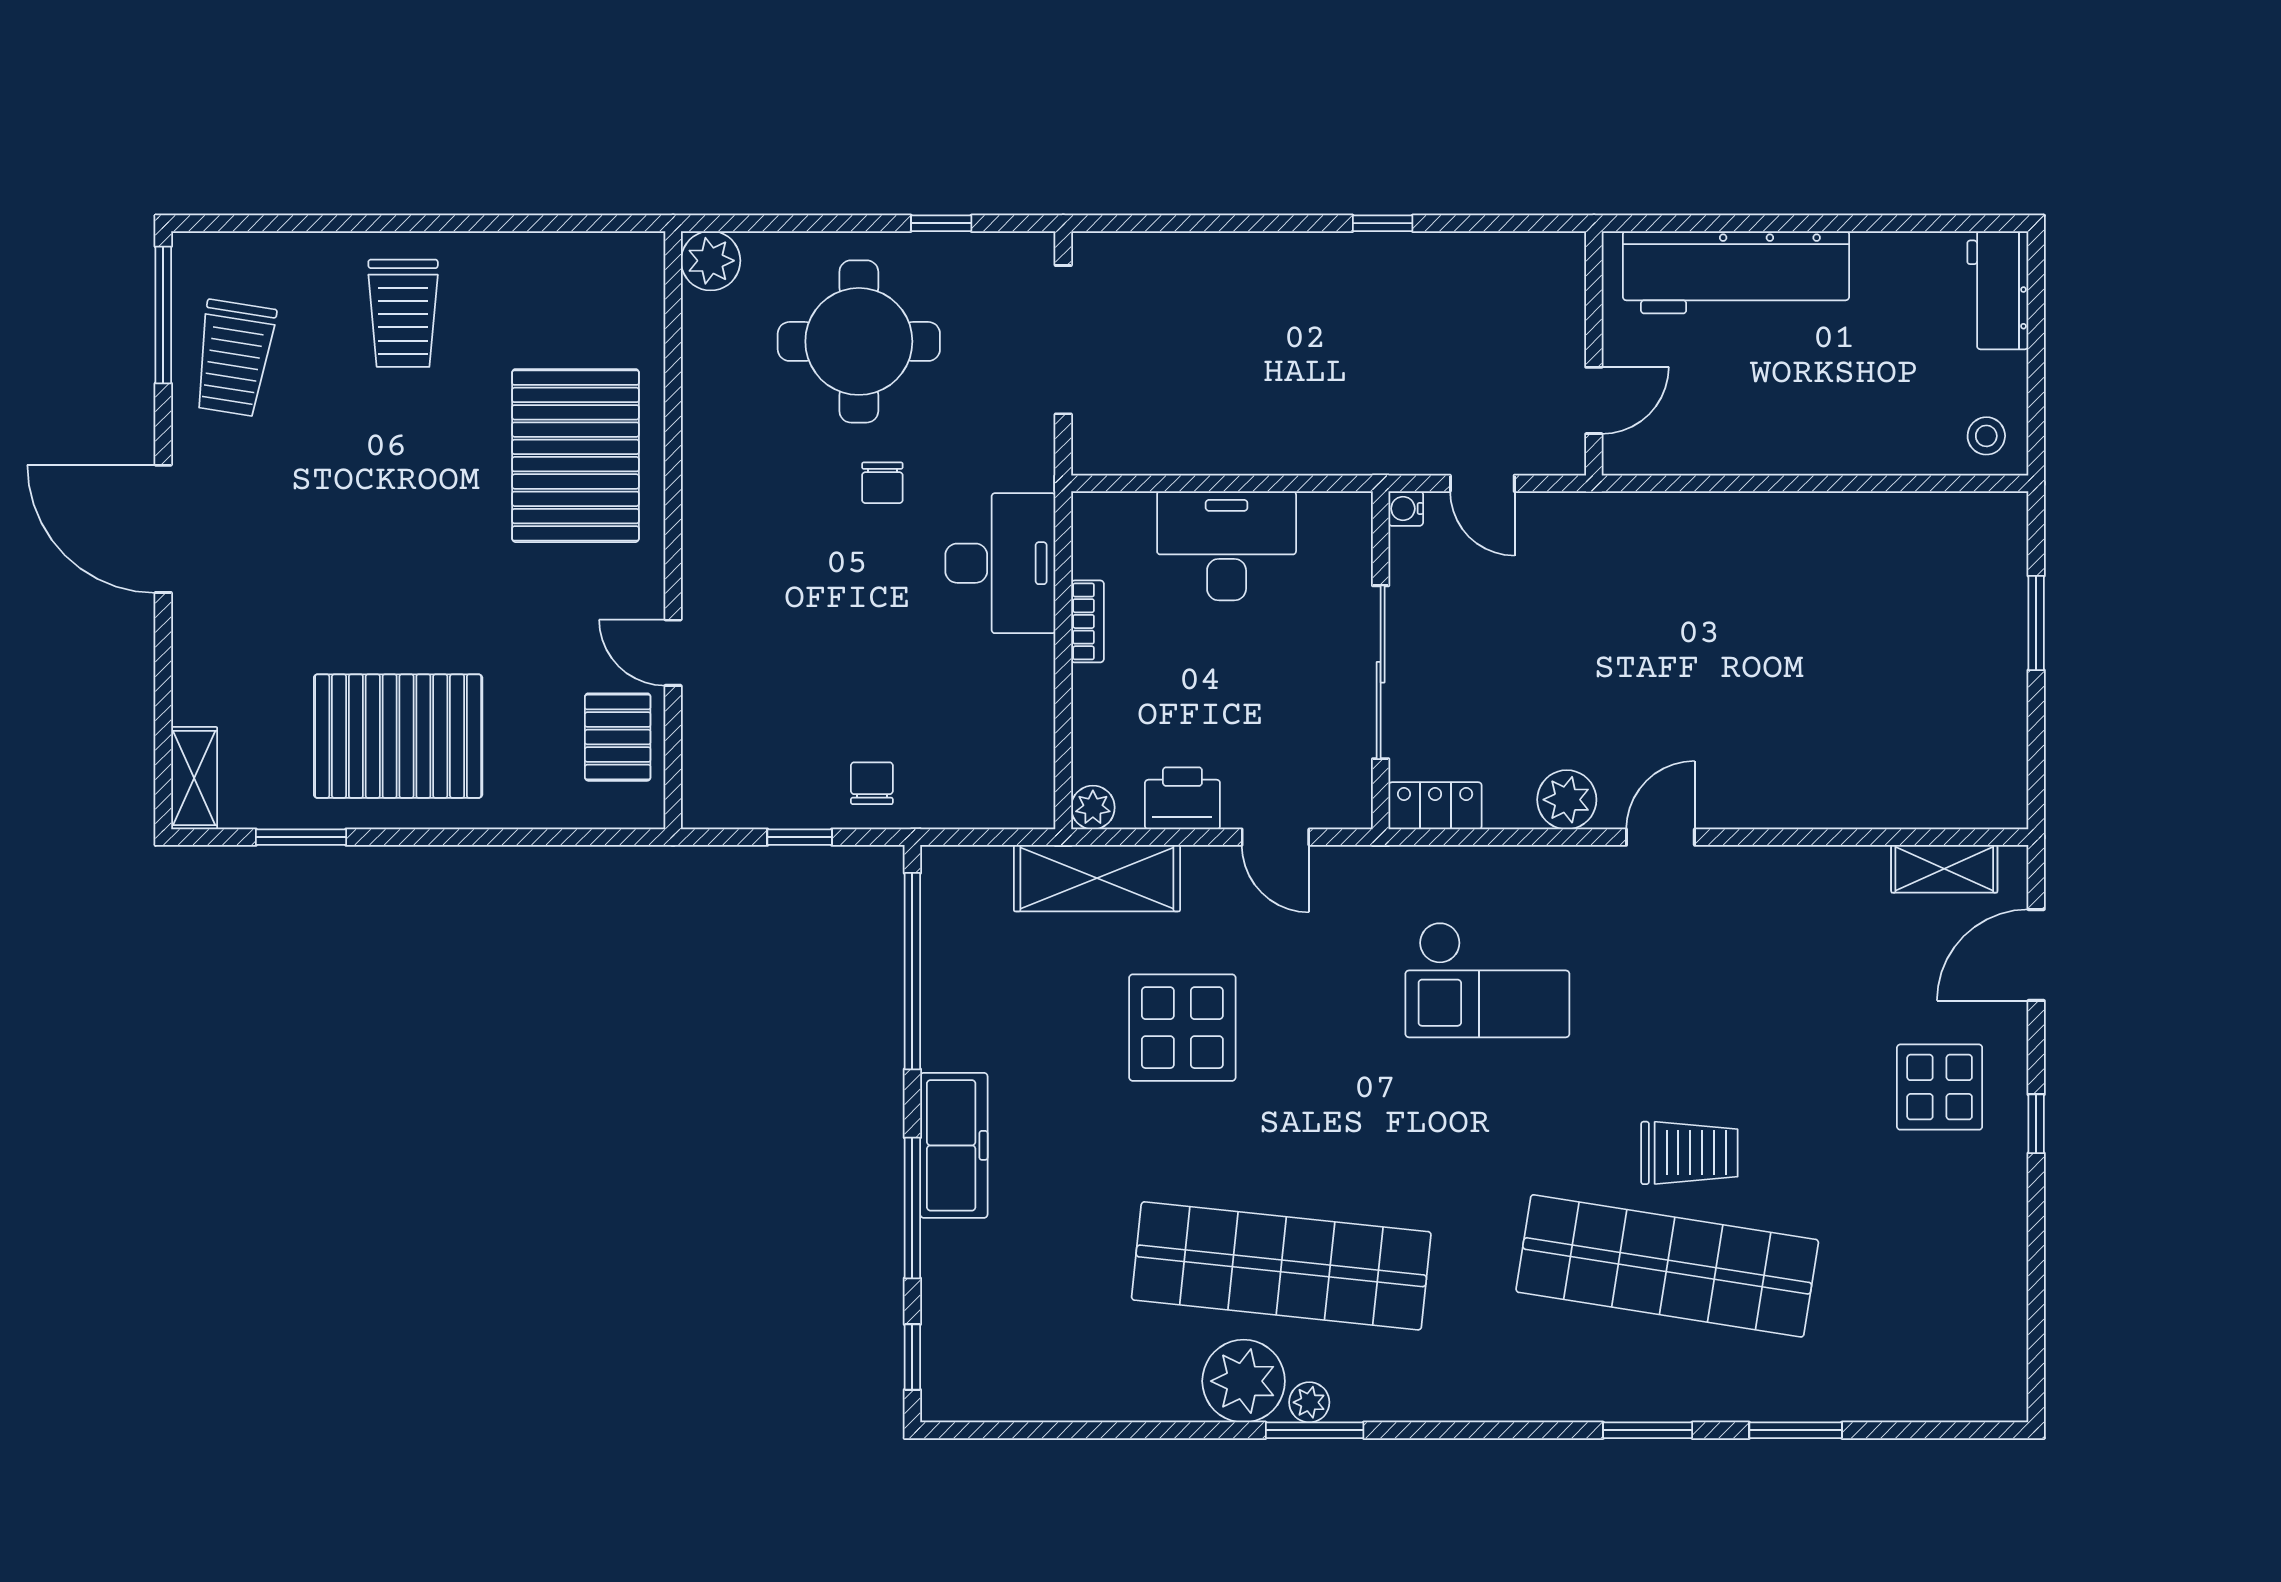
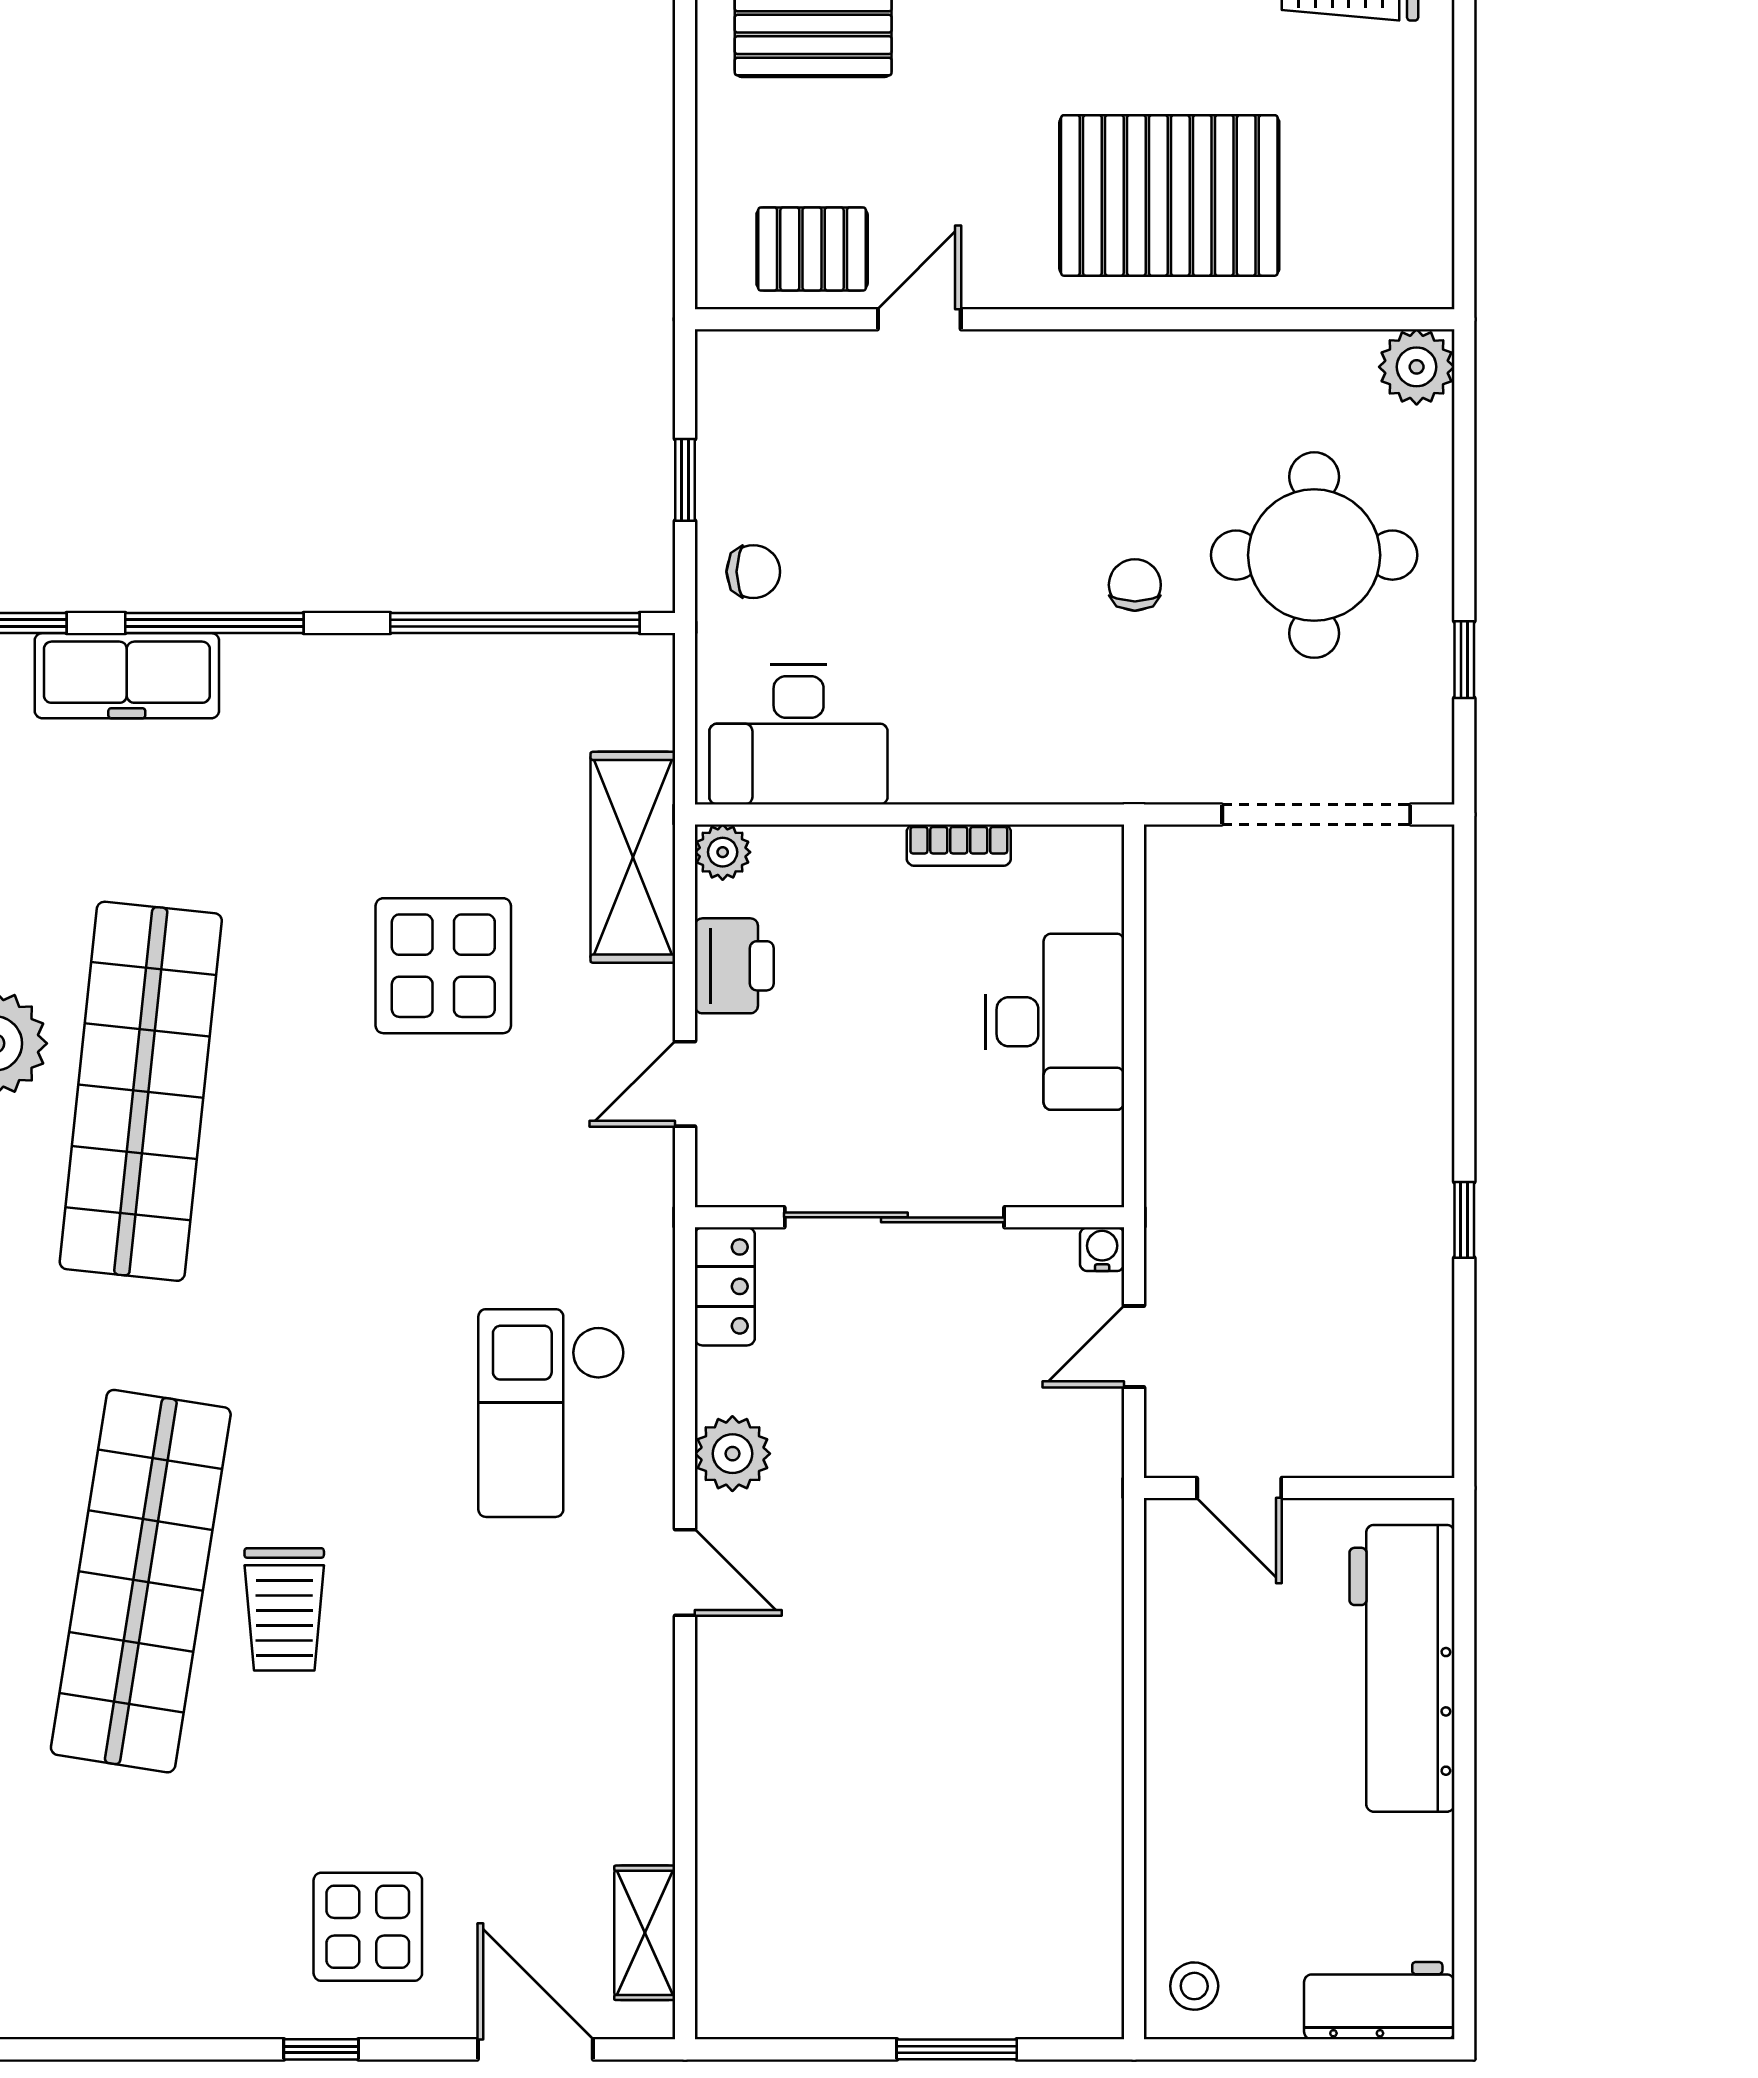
chair: (882, 483) -> (1135, 585), turned 90
desk: (1000, 563) -> (799, 735), moved
checkout: (1487, 980) -> (552, 1413), moved
freezer: (954, 1145) -> (127, 676), moved

